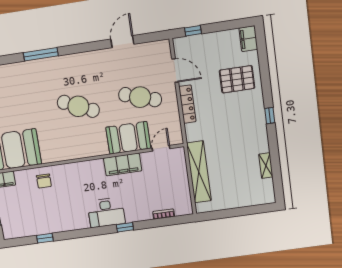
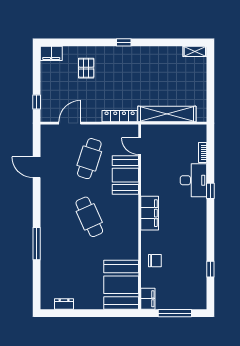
pallet: (237, 79) -> (86, 68), width x0.67, depth x0.71
locker: (187, 104) -> (120, 116), moved
cafe table: (78, 106) -> (89, 217), turned -48
filing cabinet: (123, 164) -> (150, 213), moved
shelving: (266, 166) -> (195, 51), moved
desk: (106, 212) -> (194, 180), moved

